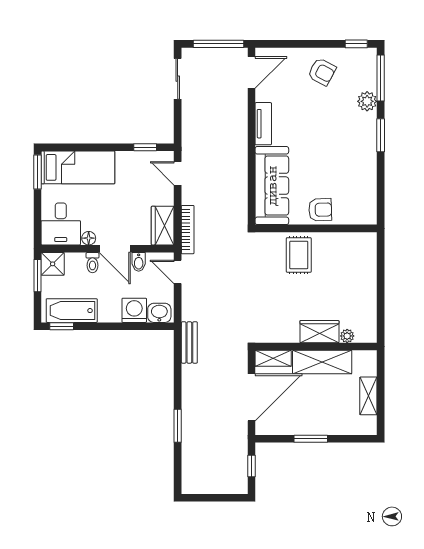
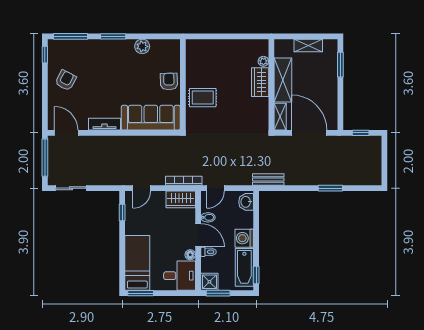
plant: (367, 101) -> (142, 46), moved
door: (115, 249) -> (198, 235), hinge flipped
washing machine: (134, 310) -> (244, 238), moved
window: (311, 439) -> (340, 65), moved

